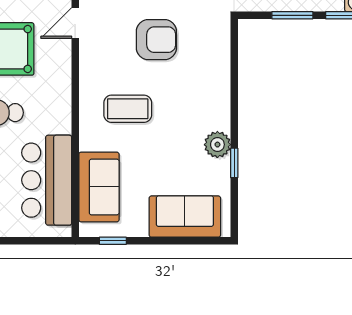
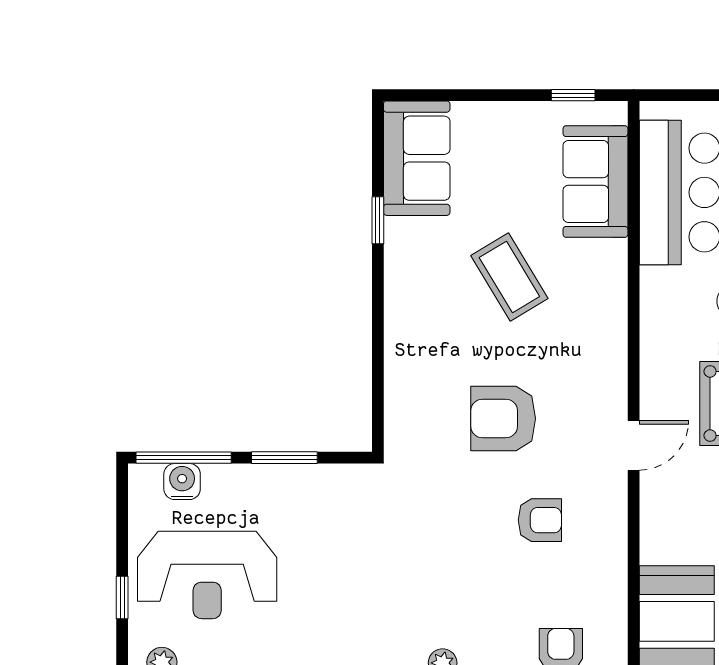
coffee table: (128, 109) -> (509, 277), moved, turned 59
plant: (217, 145) -> (405, 250), removed
sofa: (185, 217) -> (417, 158), moved, turned -90

